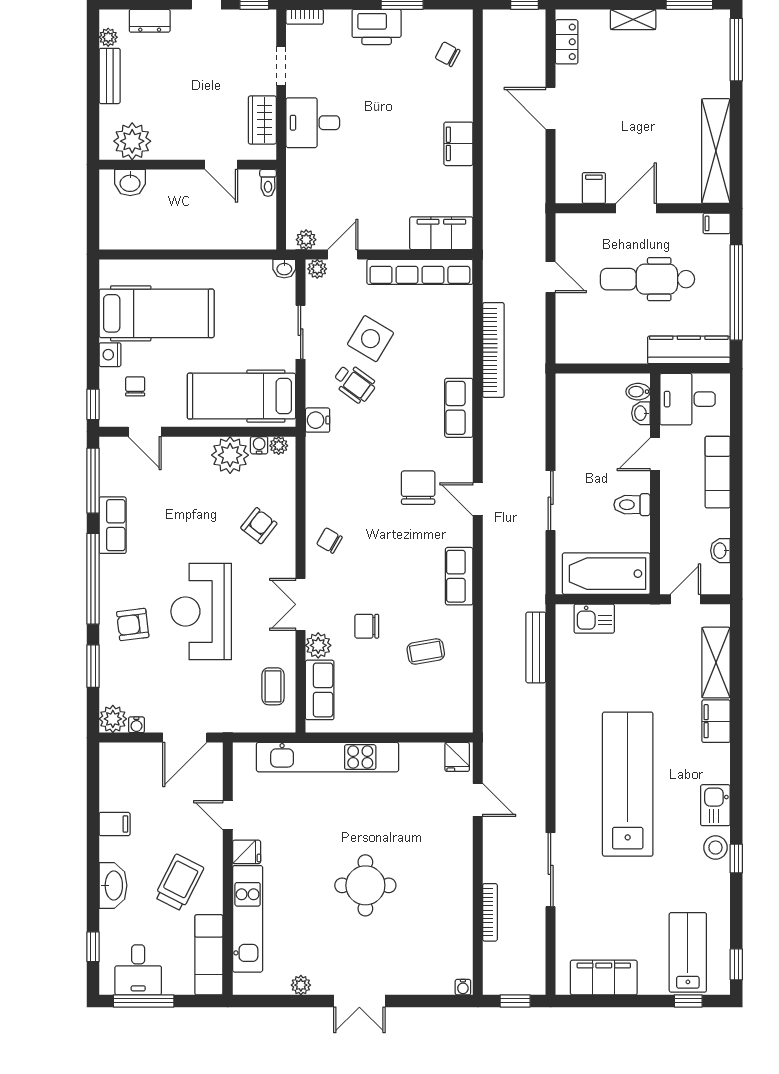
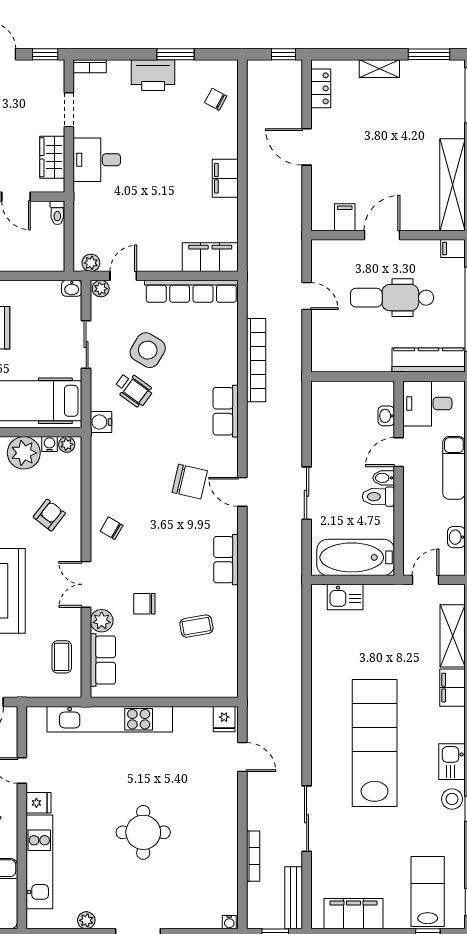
bidet: (638, 392) -> (384, 478), moved
chair: (418, 488) -> (190, 482), turned 103
bench: (536, 647) -> (294, 898), moved

